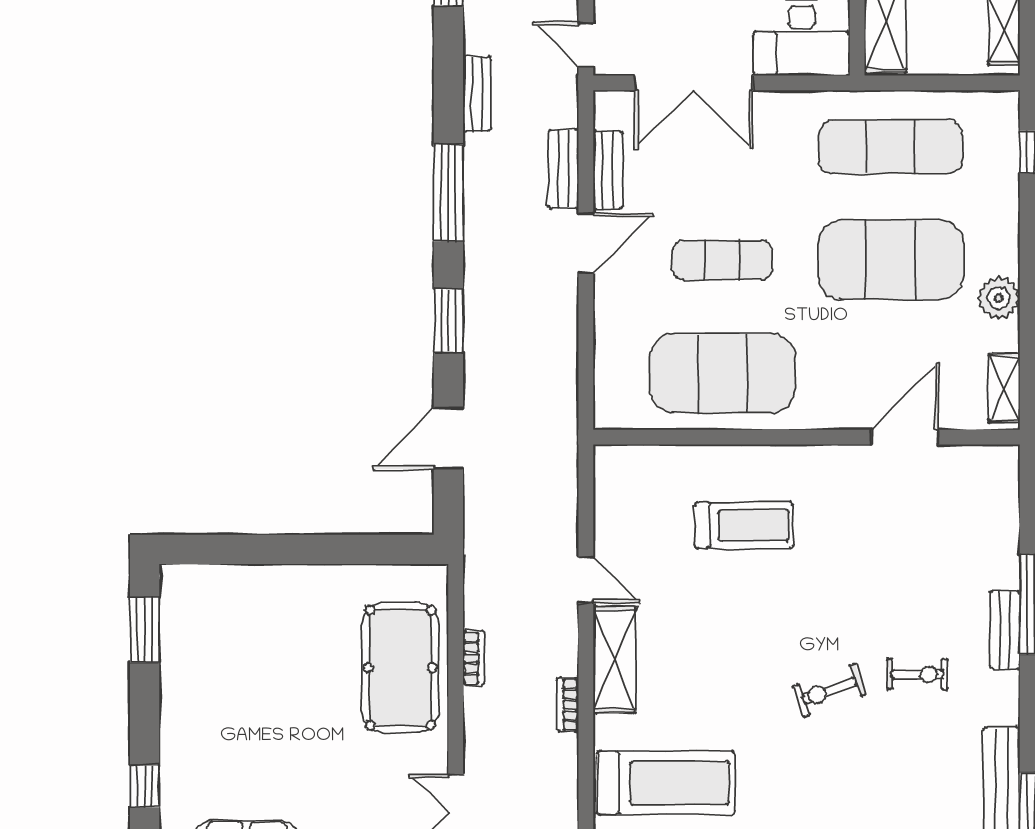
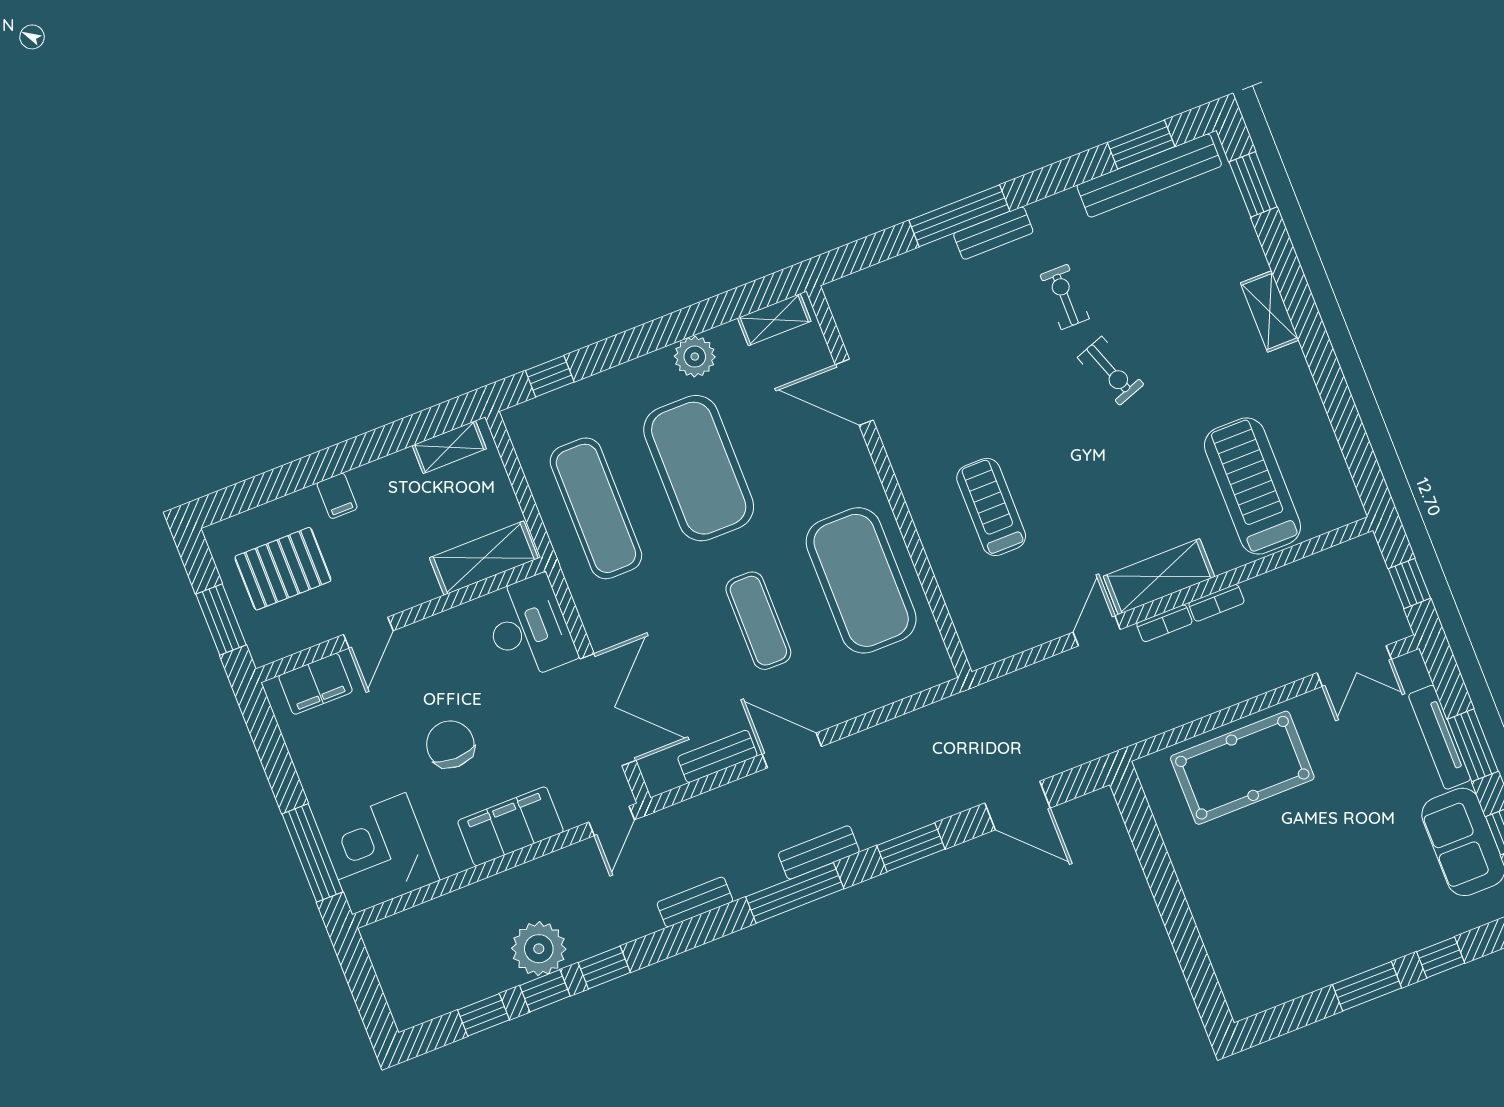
bench: (563, 169) -> (819, 852), moved
window: (145, 630) -> (1367, 986), moved
bookcase: (474, 658) -> (1164, 623), moved, turned 180

